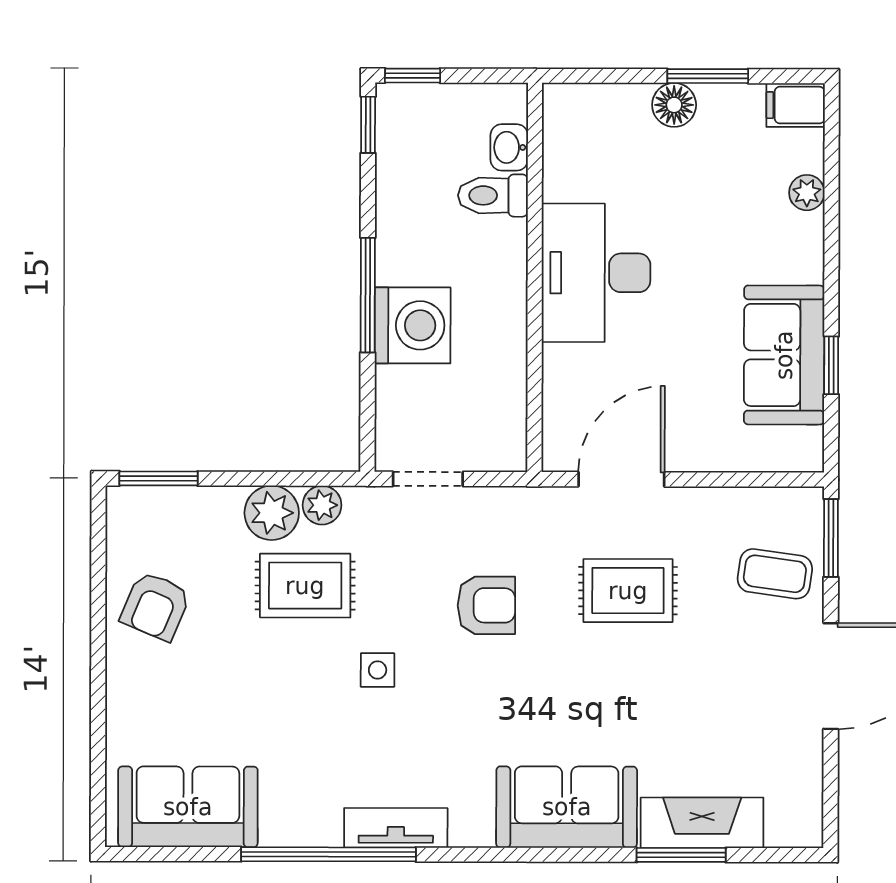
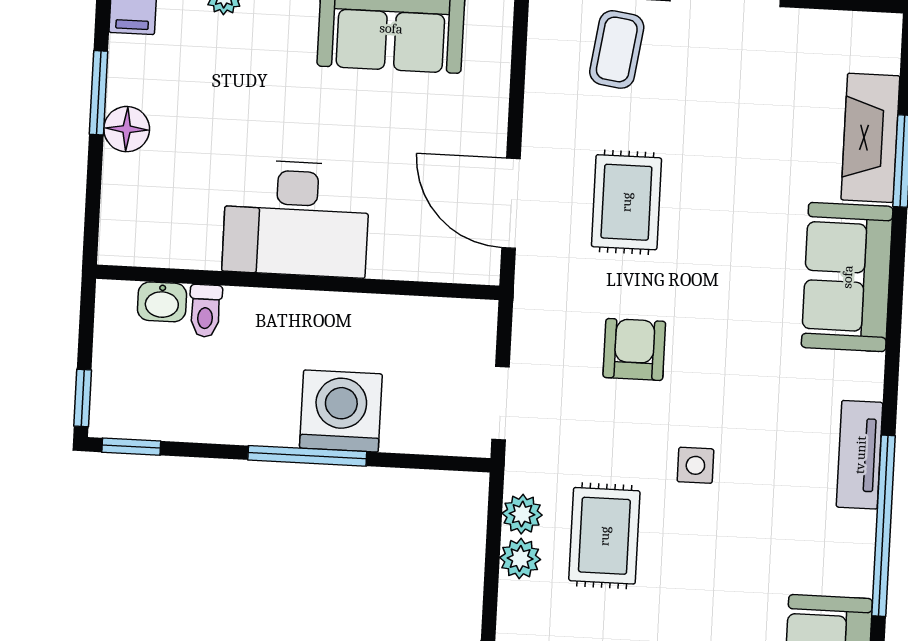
toilet: (493, 195) -> (205, 311), width x0.73, depth x0.72
plant: (272, 513) -> (520, 559), width x0.73, depth x0.73

